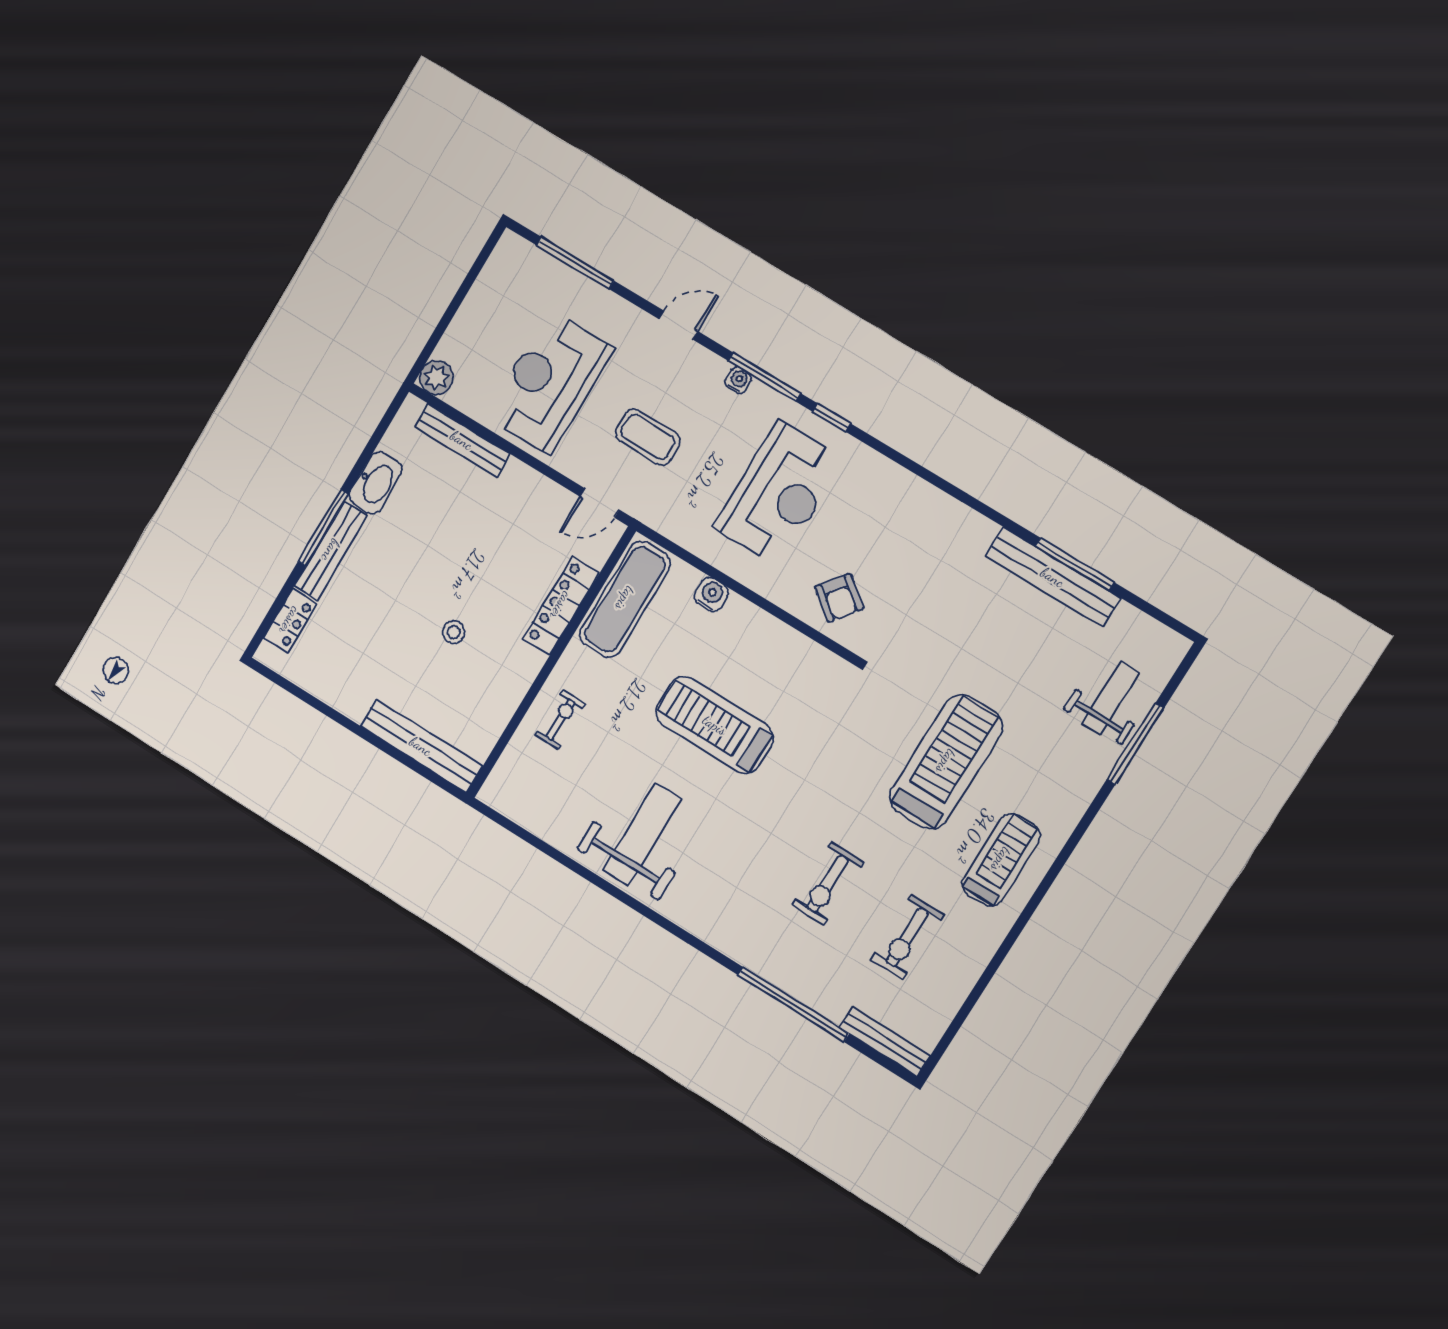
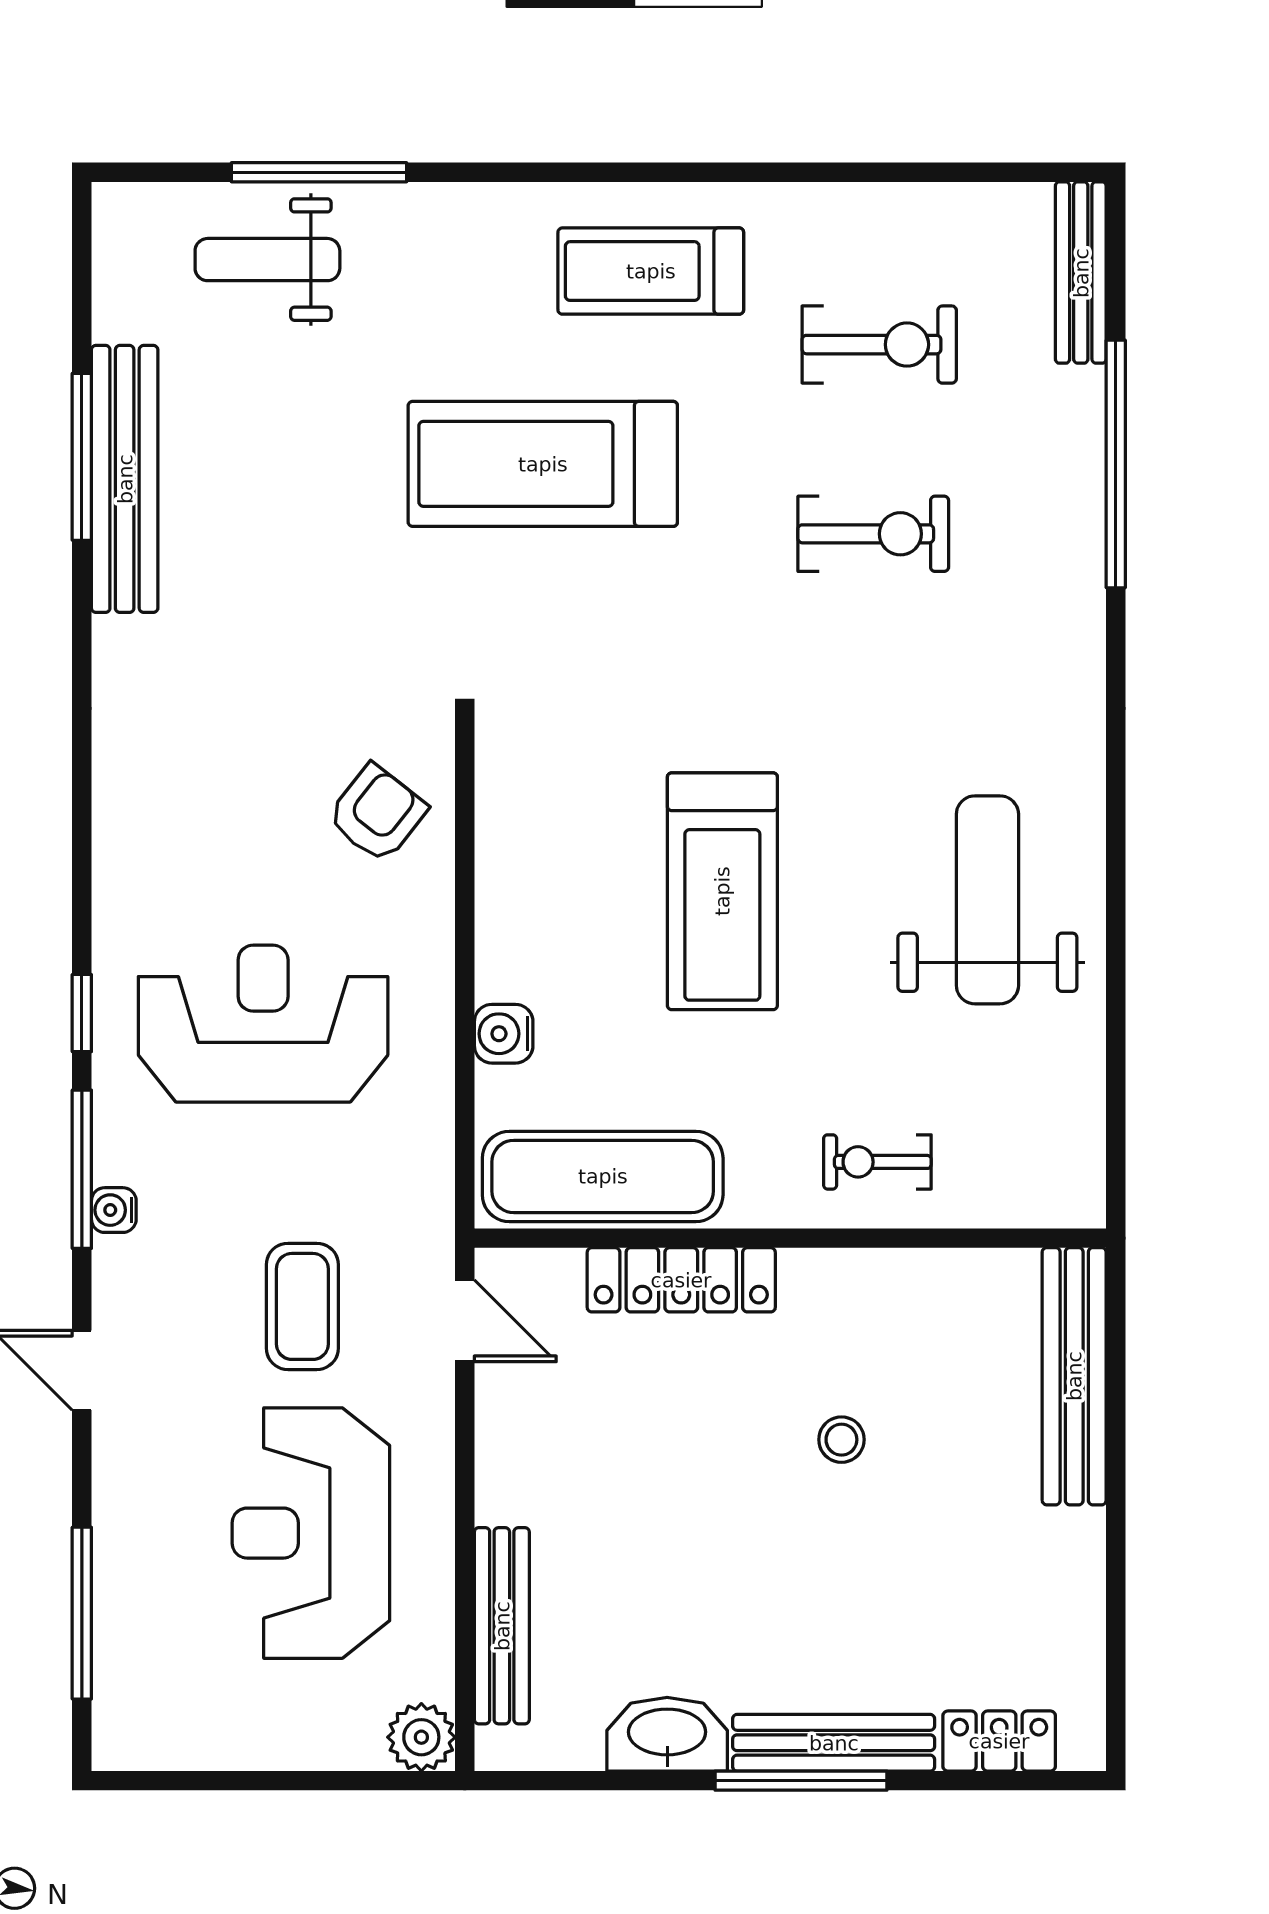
reception desk: (550, 382) -> (311, 1533), turned 90
weight bench: (642, 834) -> (987, 900), turned 90

